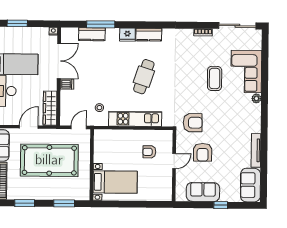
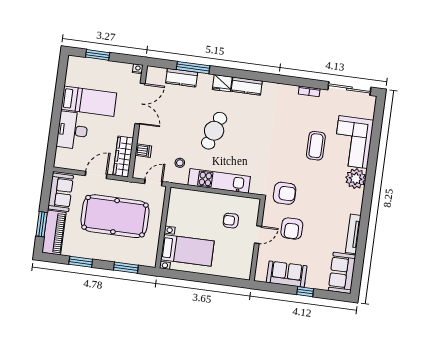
cafe table: (144, 77) -> (214, 131), moved
dishwasher: (67, 84) -> (143, 151), moved
plant: (256, 98) -> (356, 179), width x1.87, depth x1.87

